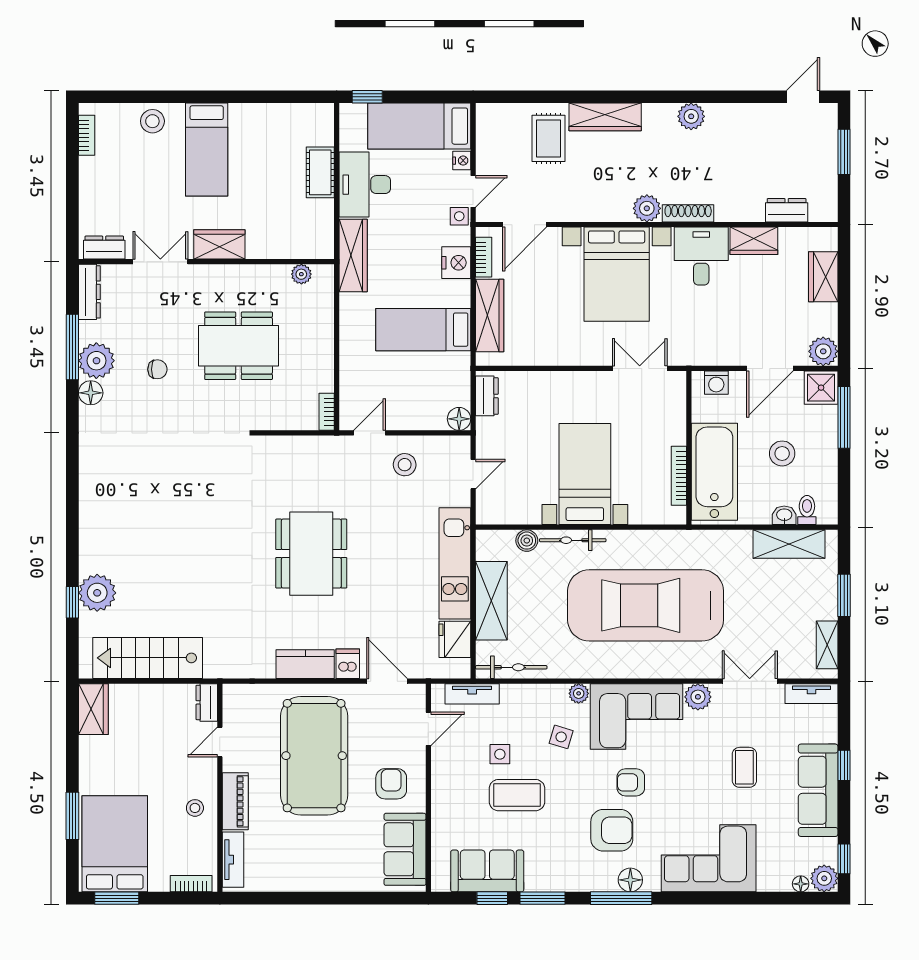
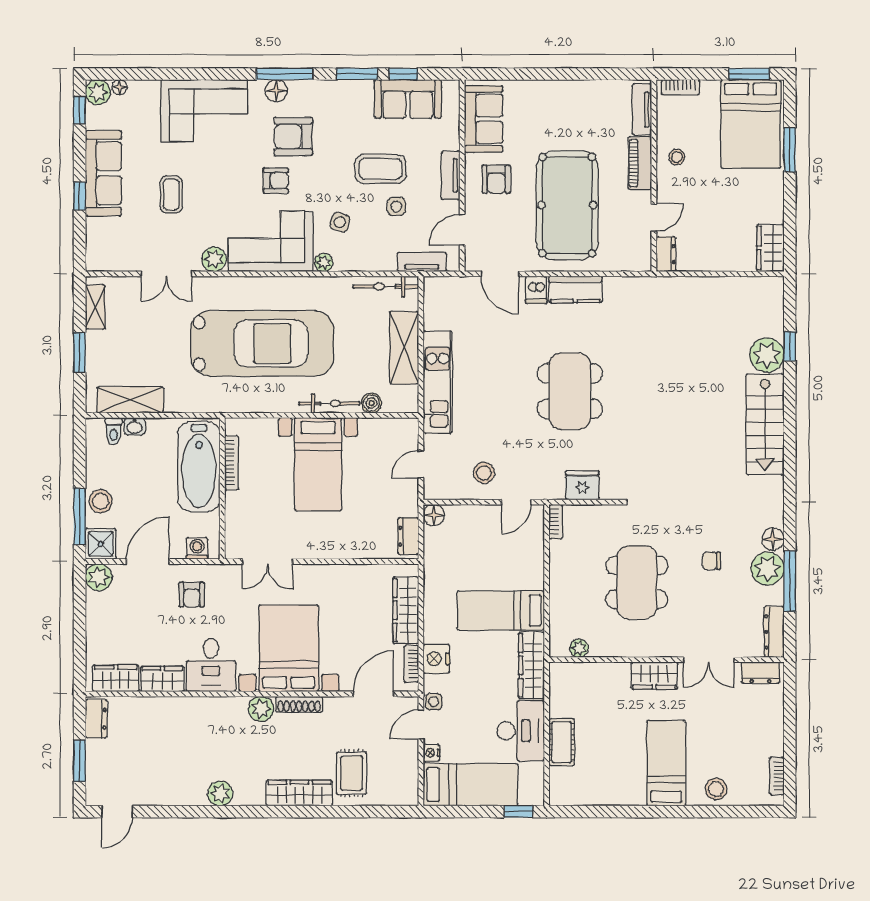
dresser: (787, 210) -> (96, 719), moved, turned -90
shoe rack: (688, 213) -> (299, 704), moved
wardrobe: (823, 277) -> (116, 678), moved, turned -90
bed: (423, 330) -> (501, 610), moved, turned 180
armchair: (722, 332) -> (192, 595), added
dining table: (239, 346) -> (637, 582), turned 90
stool: (782, 453) -> (101, 501), moved
fridge: (455, 639) -> (582, 485), moved, turned -90
stairs: (148, 658) -> (765, 424), moved, turned 90
tv unit: (812, 694) -> (451, 175), moved, turned -90

